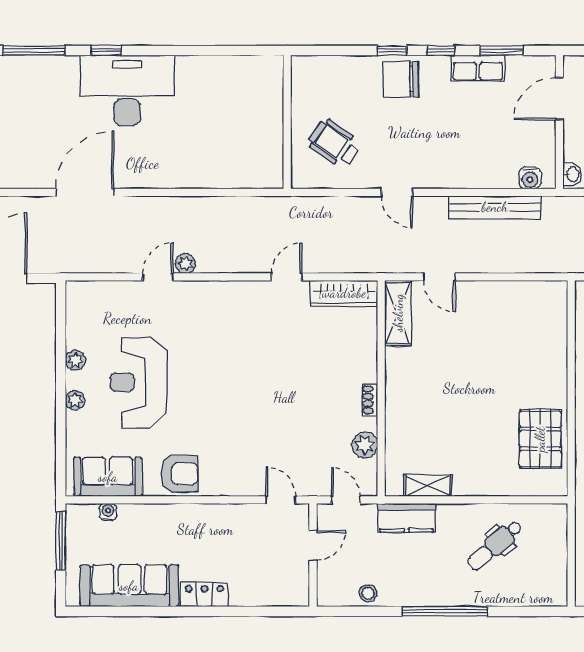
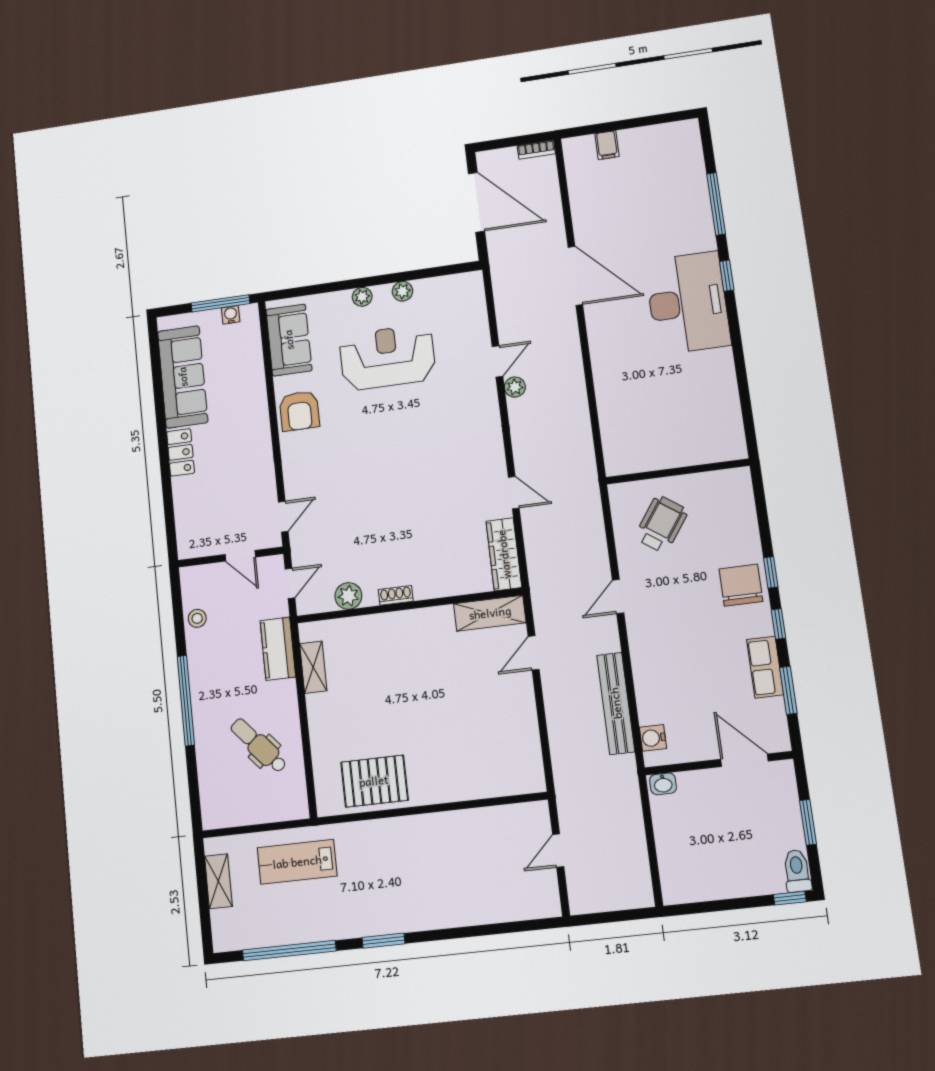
door: (158, 277) -> (497, 361), hinge flipped
water cooler: (108, 512) -> (231, 315), moved, turned -90

